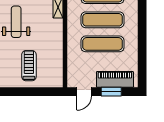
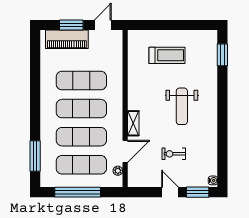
treadmill: (29, 66) -> (167, 55), turned -90

